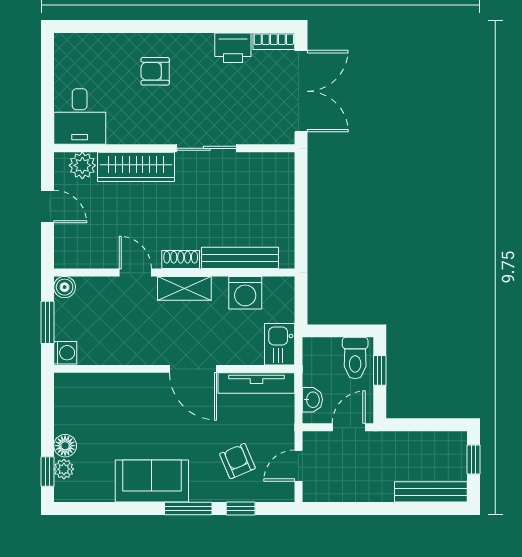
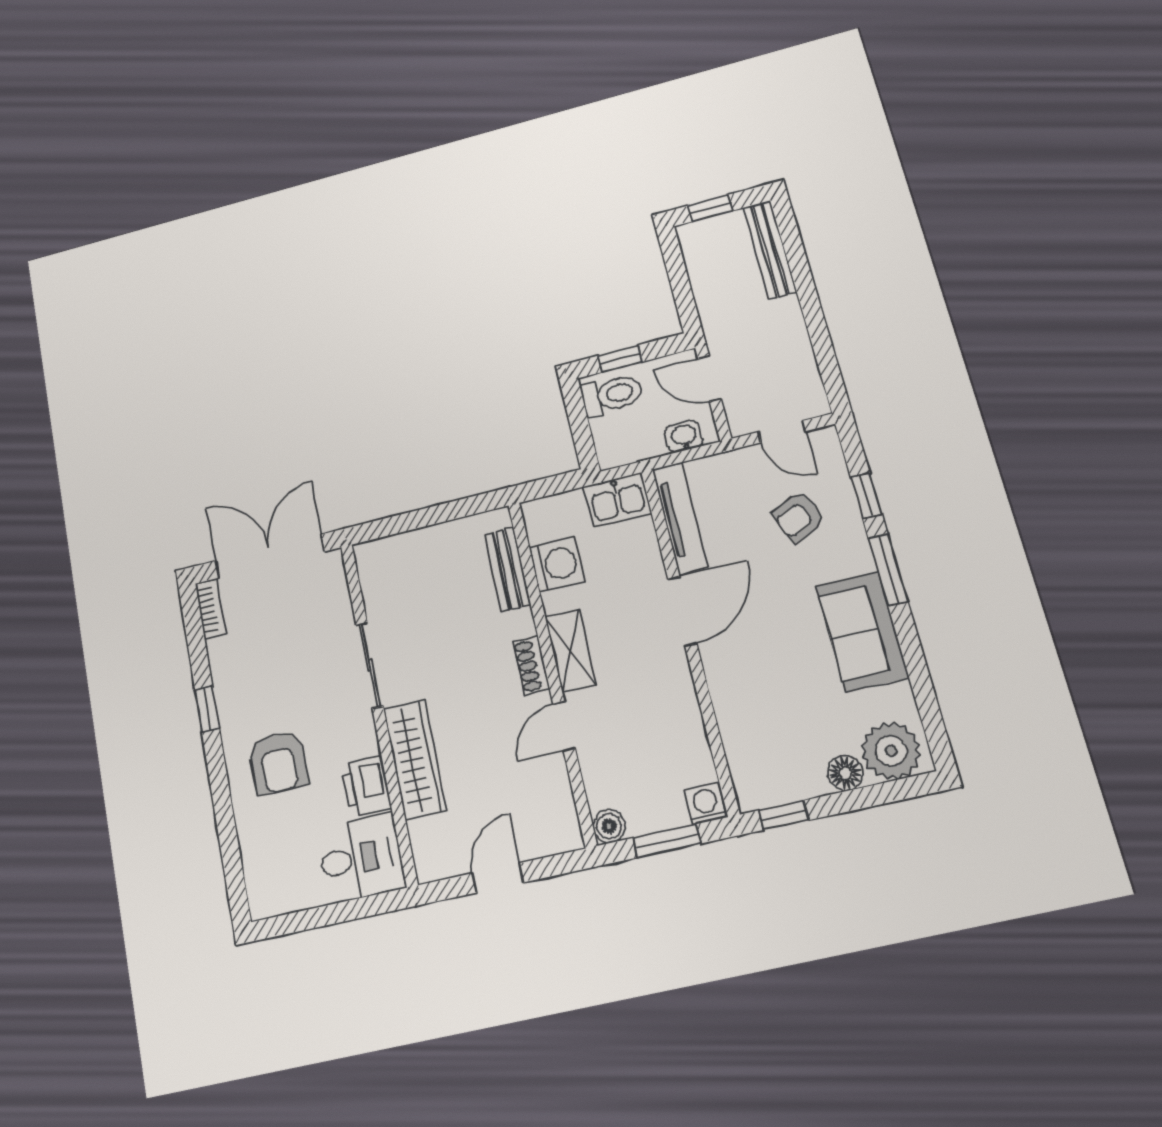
window: (203, 27) -> (207, 709), added
printer: (233, 48) -> (366, 787), moved, turned 180
armchair: (155, 71) -> (279, 763), width x1.38, depth x1.38
plant: (82, 165) -> (428, 839), removed
bench: (240, 258) -> (507, 569), width x0.73
plant: (64, 469) -> (891, 751), width x1.87, depth x1.87
window: (47, 472) -> (784, 815), moved

